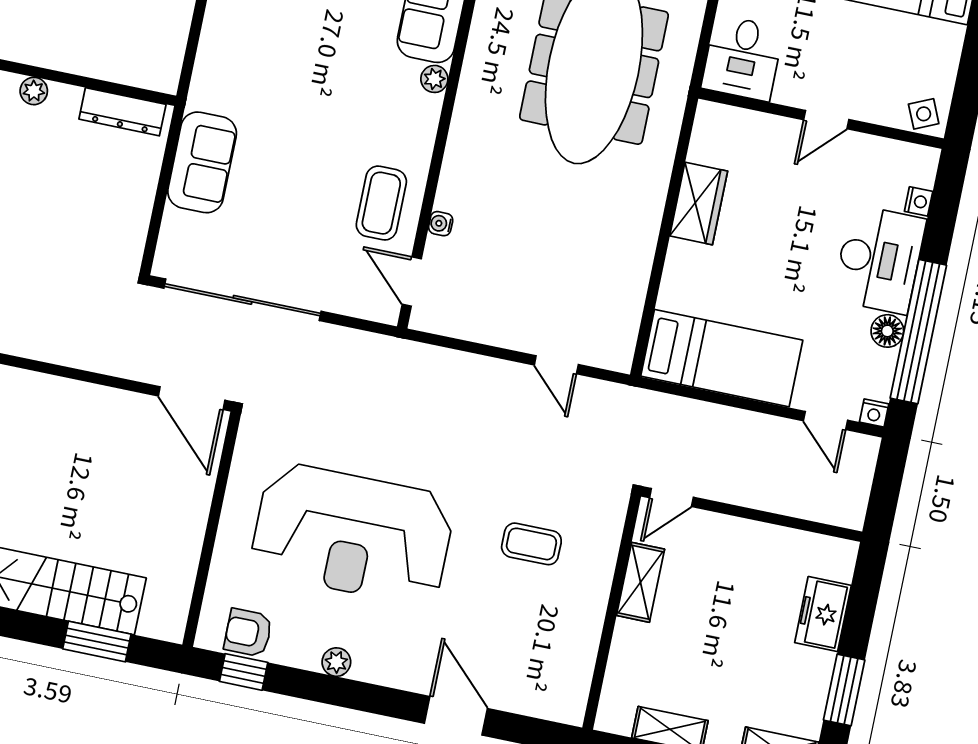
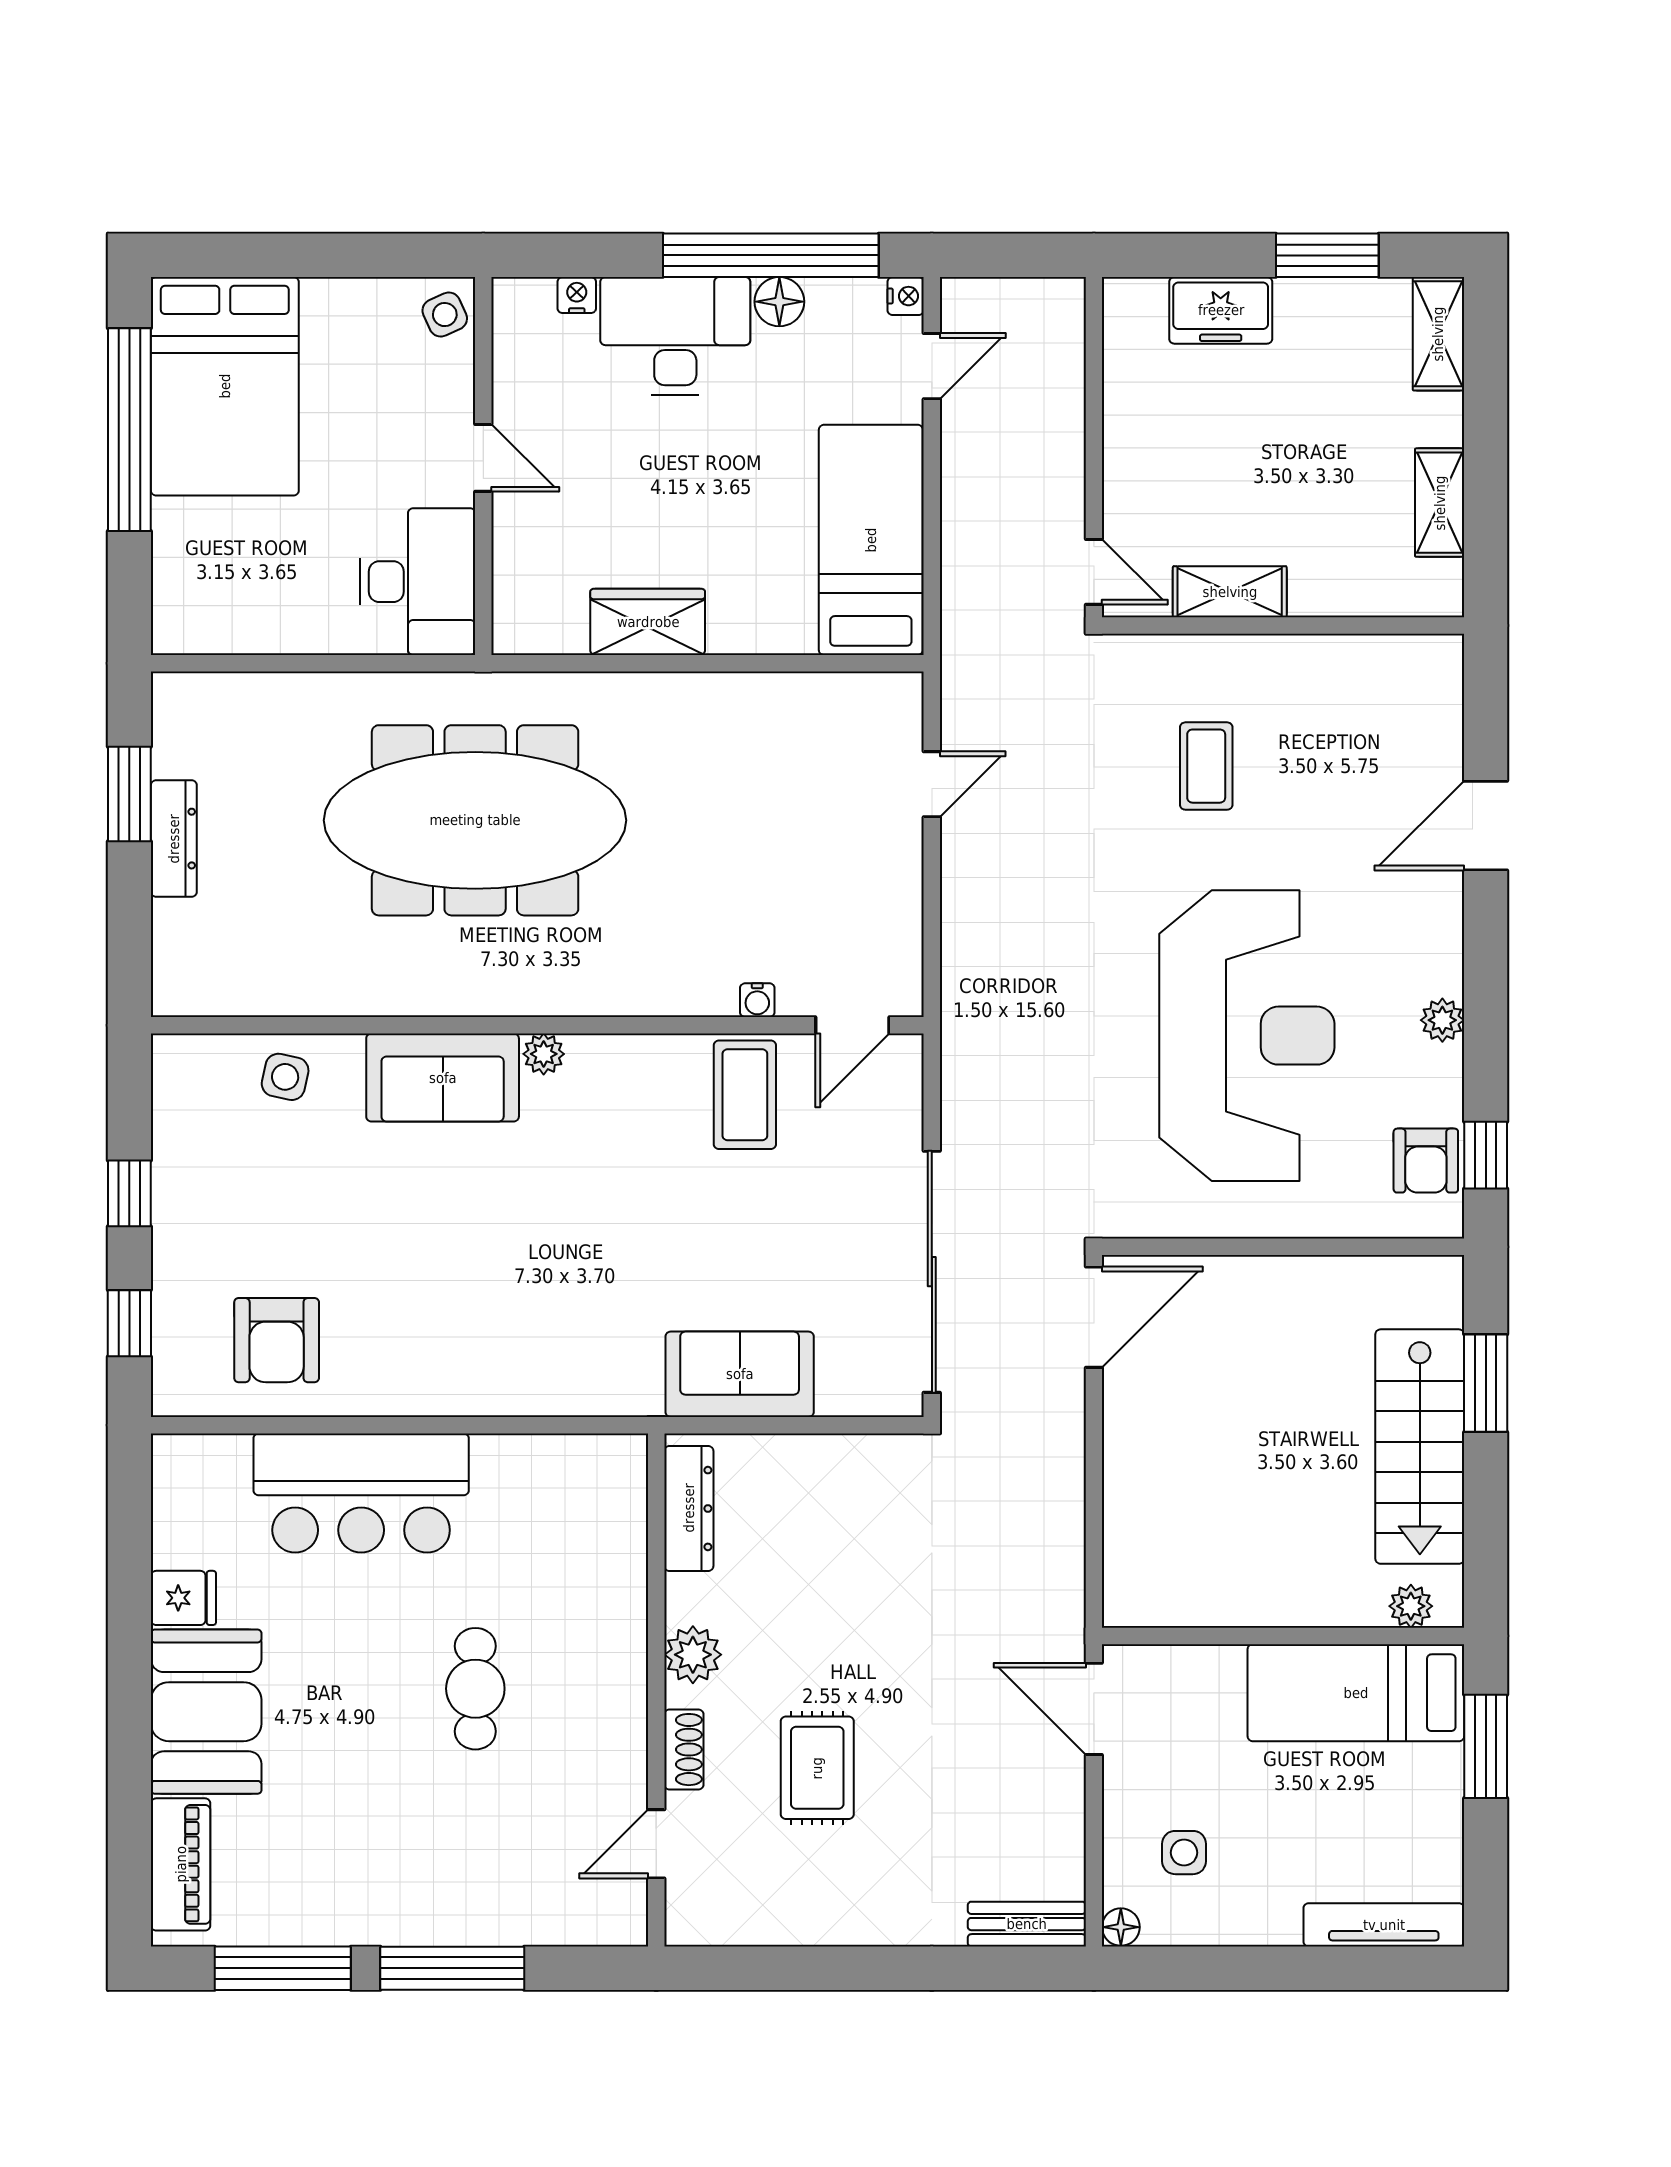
desk: (742, 58) -> (417, 582), width x1.37
plant: (34, 91) -> (693, 1655), width x1.38, depth x1.38
coffee table: (381, 203) -> (745, 1095), turned 90

